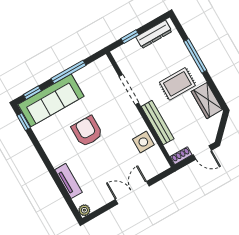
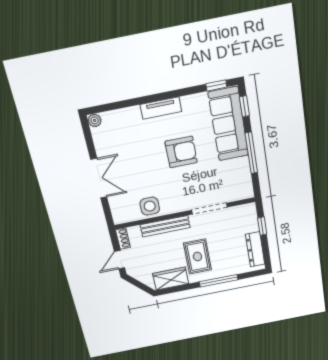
tv unit: (68, 181) -> (161, 108), moved

